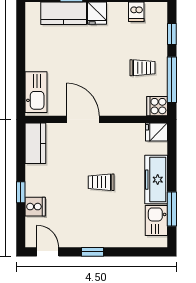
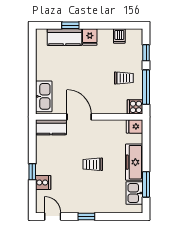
kitchen counter: (35, 143) -> (51, 127), moved, turned 90

